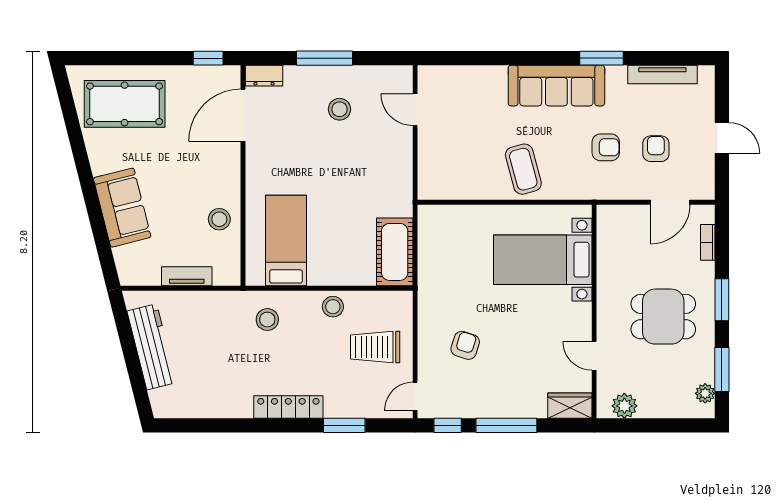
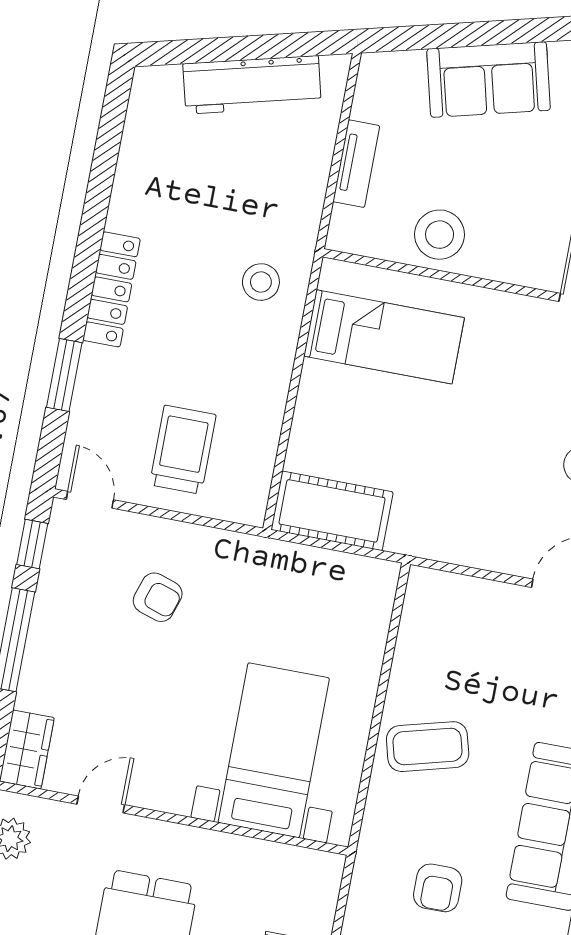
stool: (219, 219) -> (440, 235), width x1.38, depth x1.38
stool: (333, 307) -> (262, 393), removed

